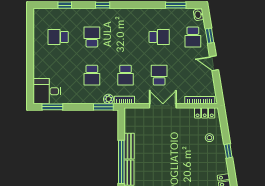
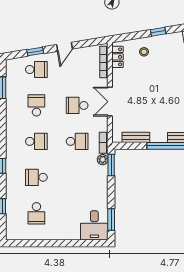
washbasin: (199, 15) -> (13, 63), removed
school desk: (92, 75) -> (36, 141), moved
bench: (129, 146) -> (136, 137), moved

